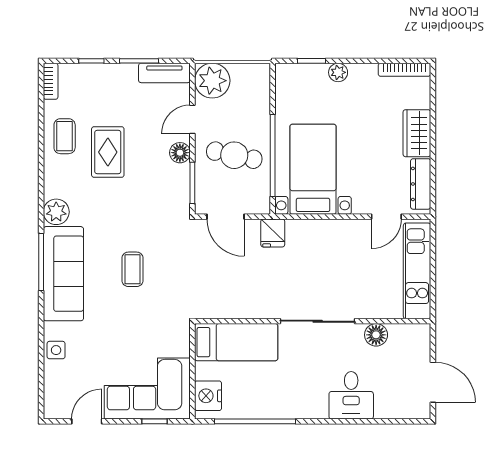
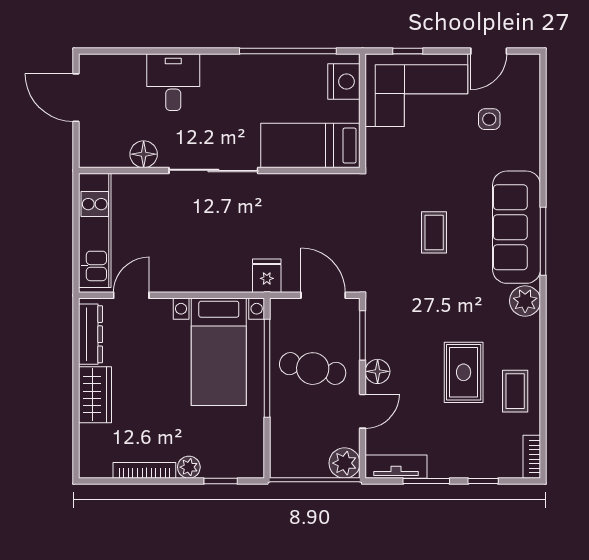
bookcase: (404, 70) -> (144, 470), moved
plant: (212, 81) -> (345, 463), width x0.73, depth x0.73
side table: (56, 350) -> (489, 119), moved

